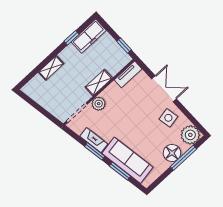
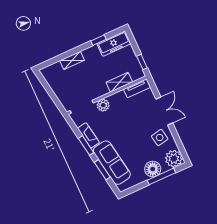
shelving: (99, 83) -> (119, 82), moved

